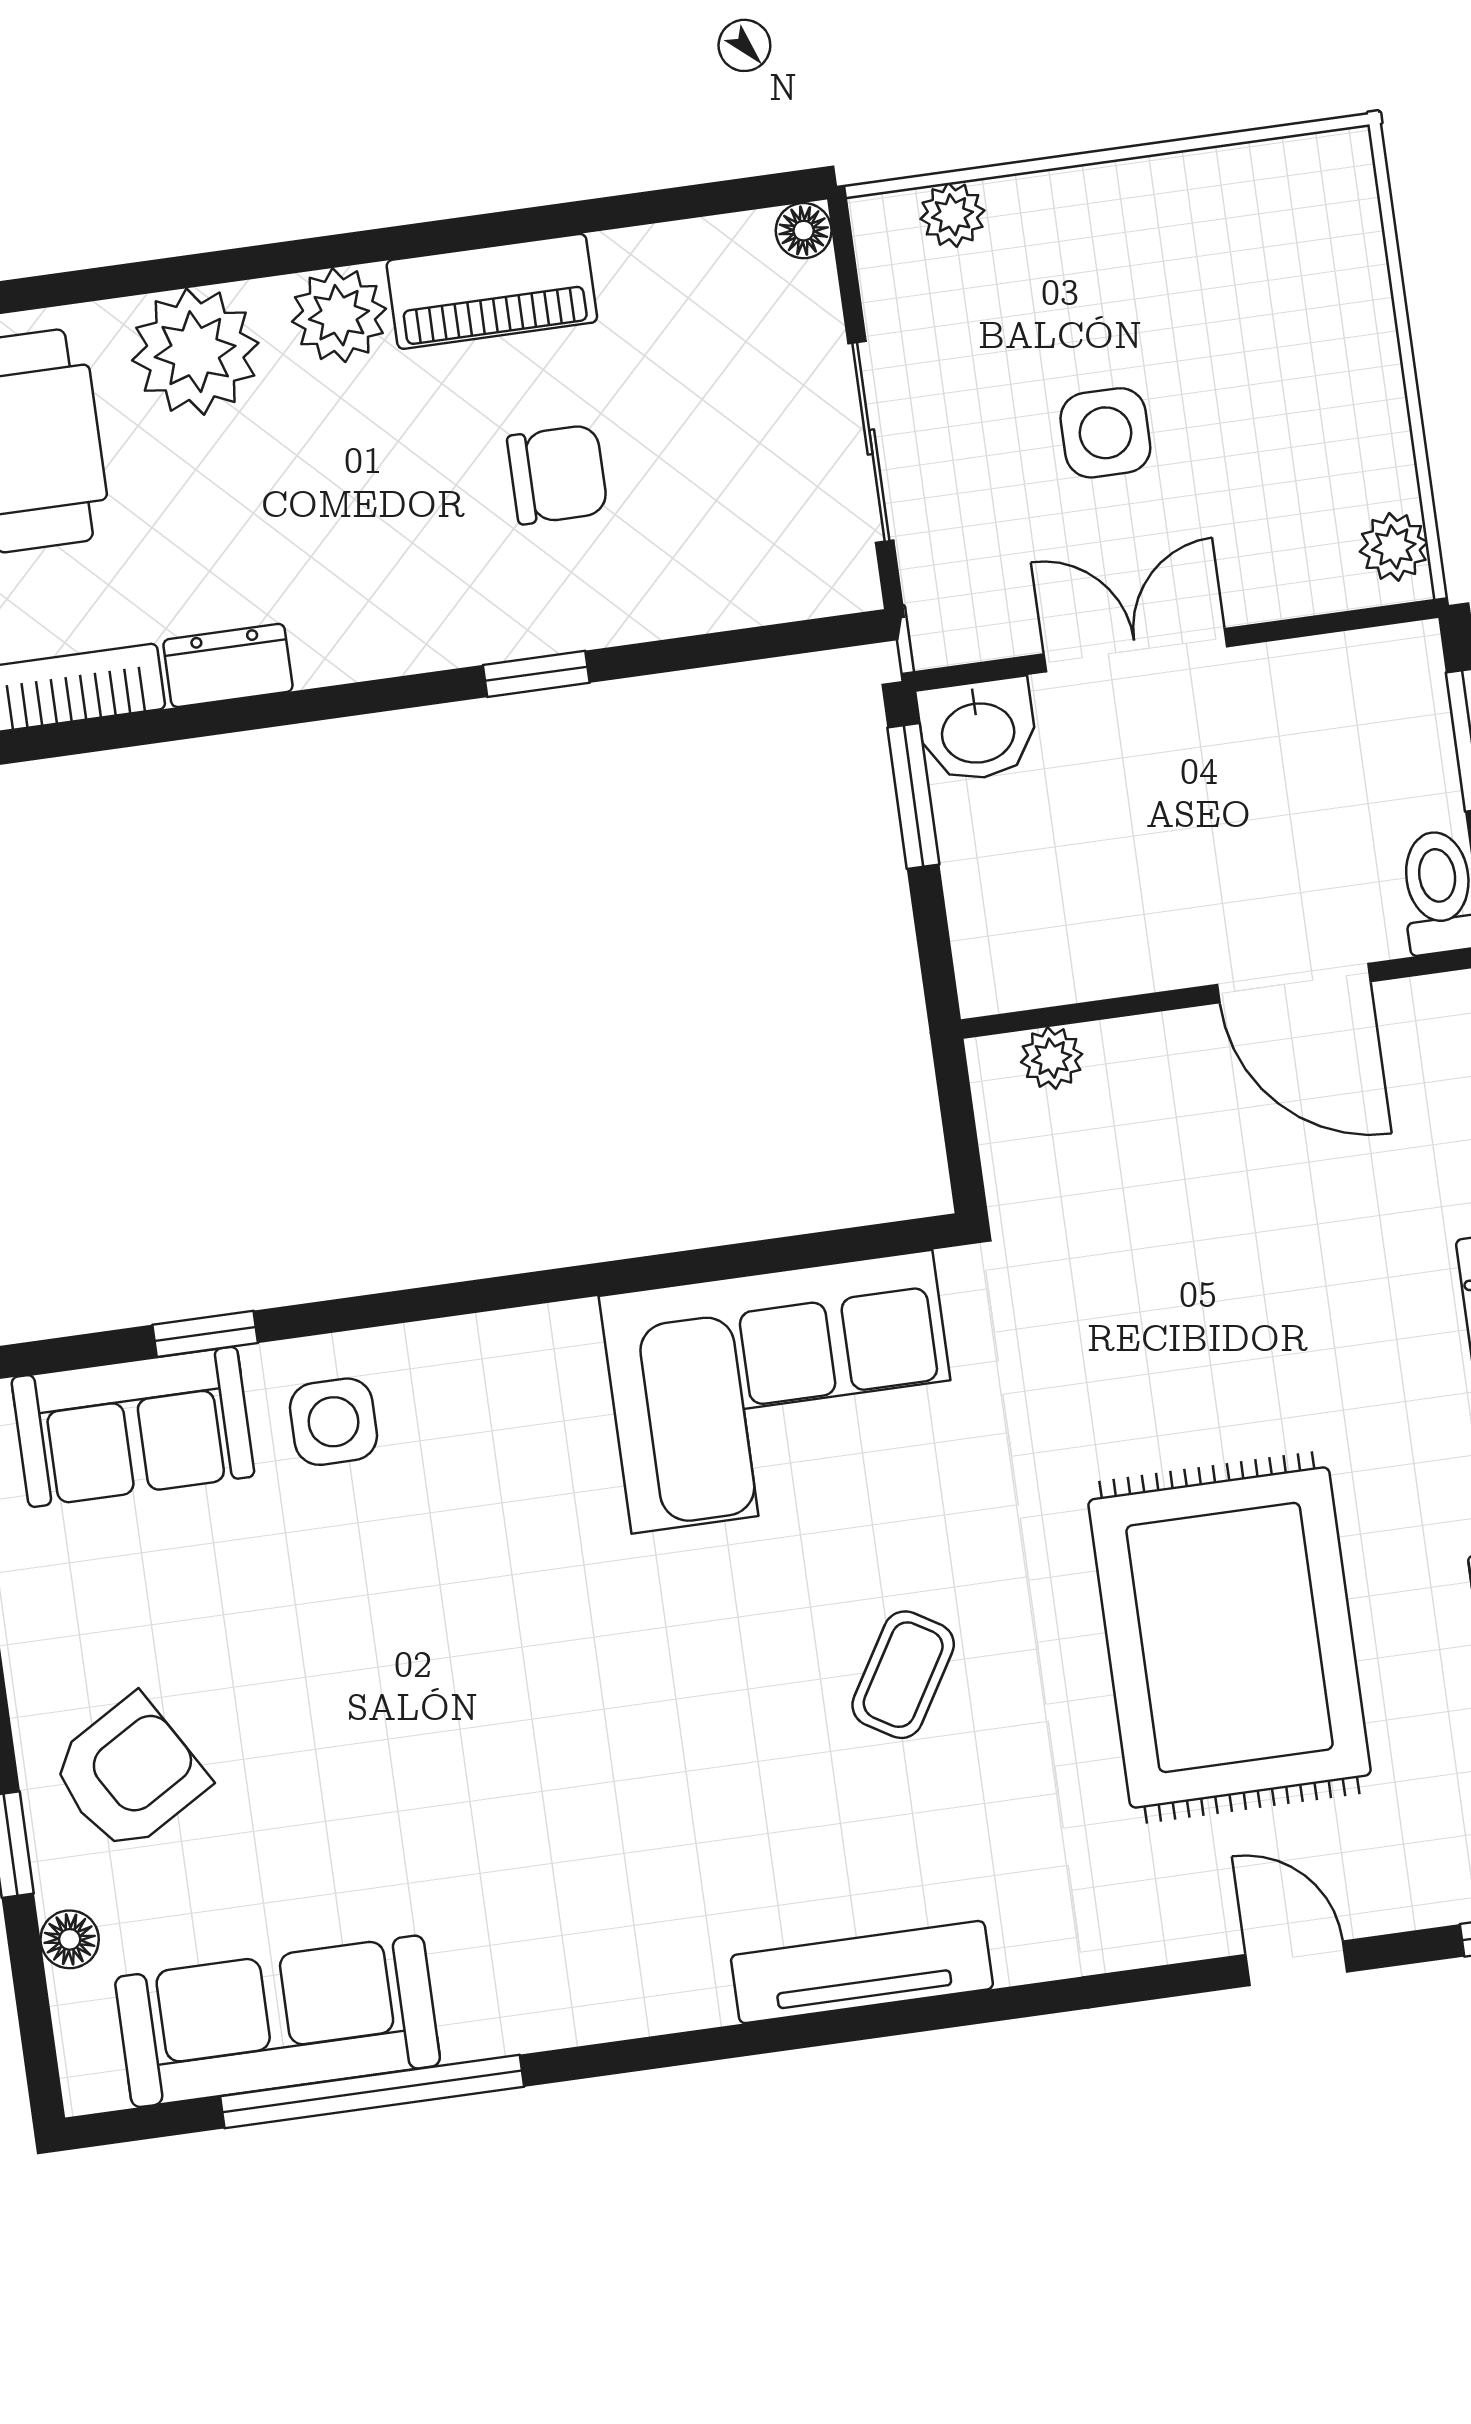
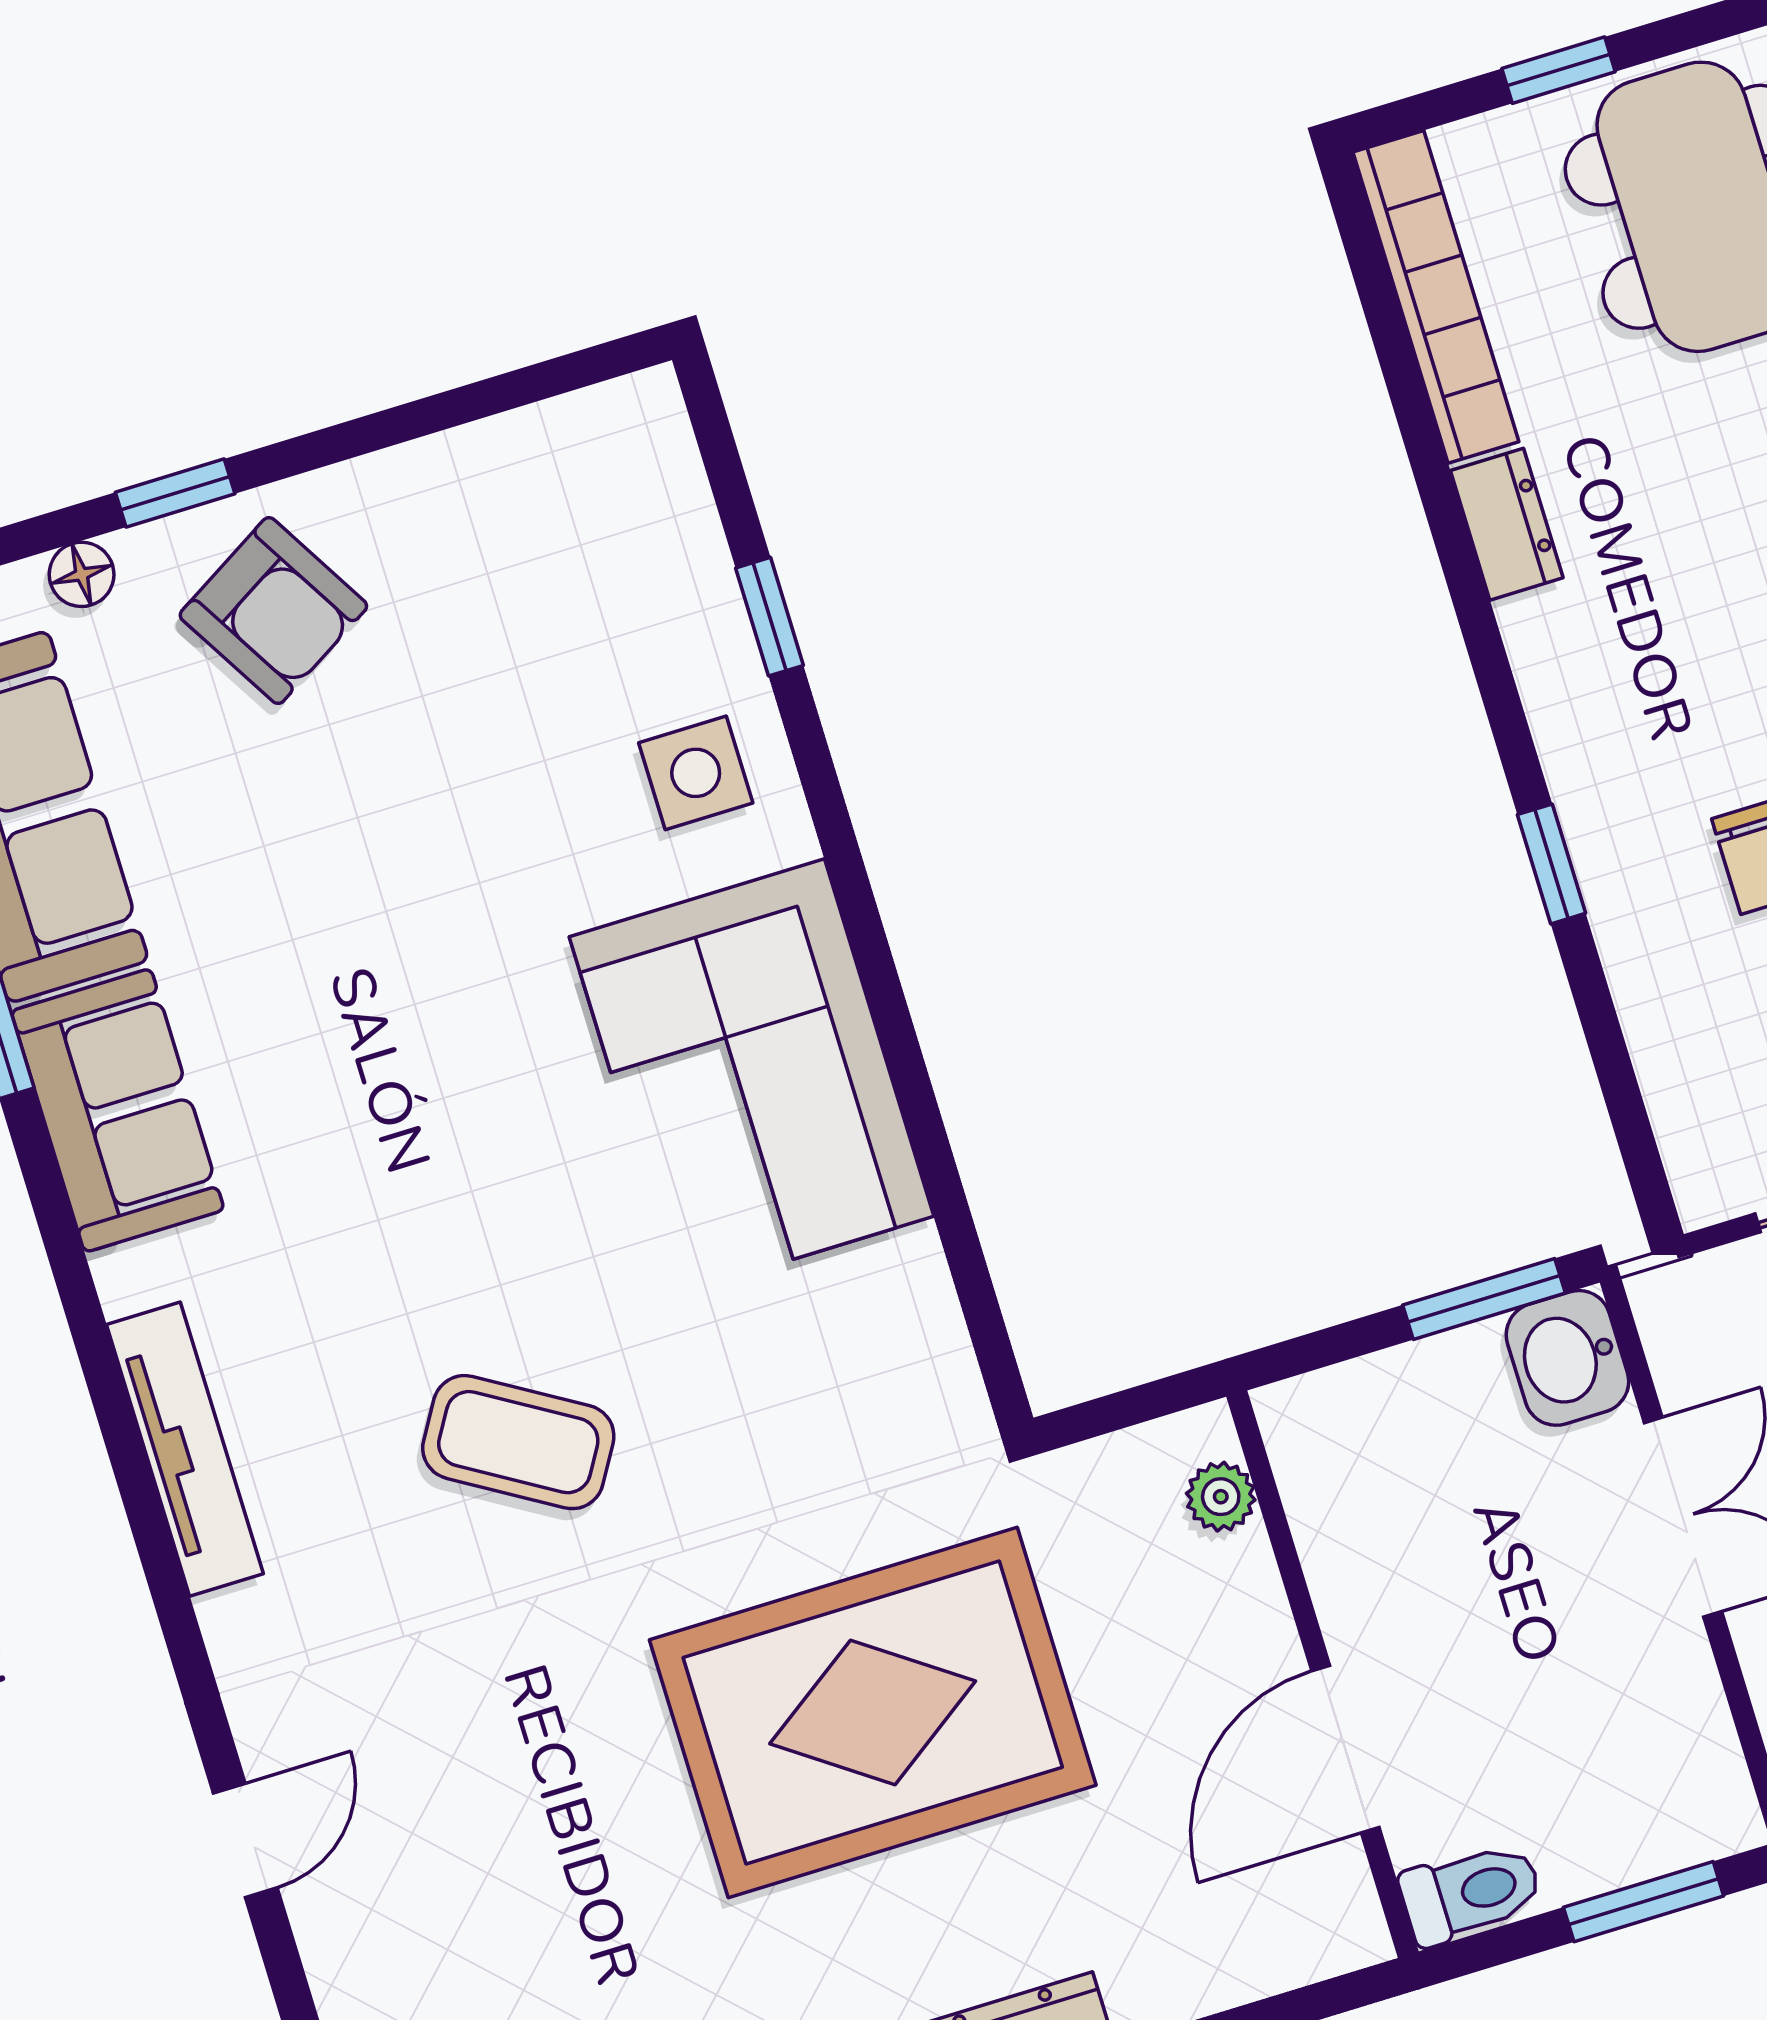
corner sofa: (782, 1392) -> (752, 1077), moved
sofa: (133, 1427) -> (118, 1110), moved, turned 180
rug: (1229, 1637) -> (873, 1712), moved
coffee table: (903, 1675) -> (518, 1442), width x1.36, depth x1.30
door: (1296, 1963) -> (245, 1840), moved

